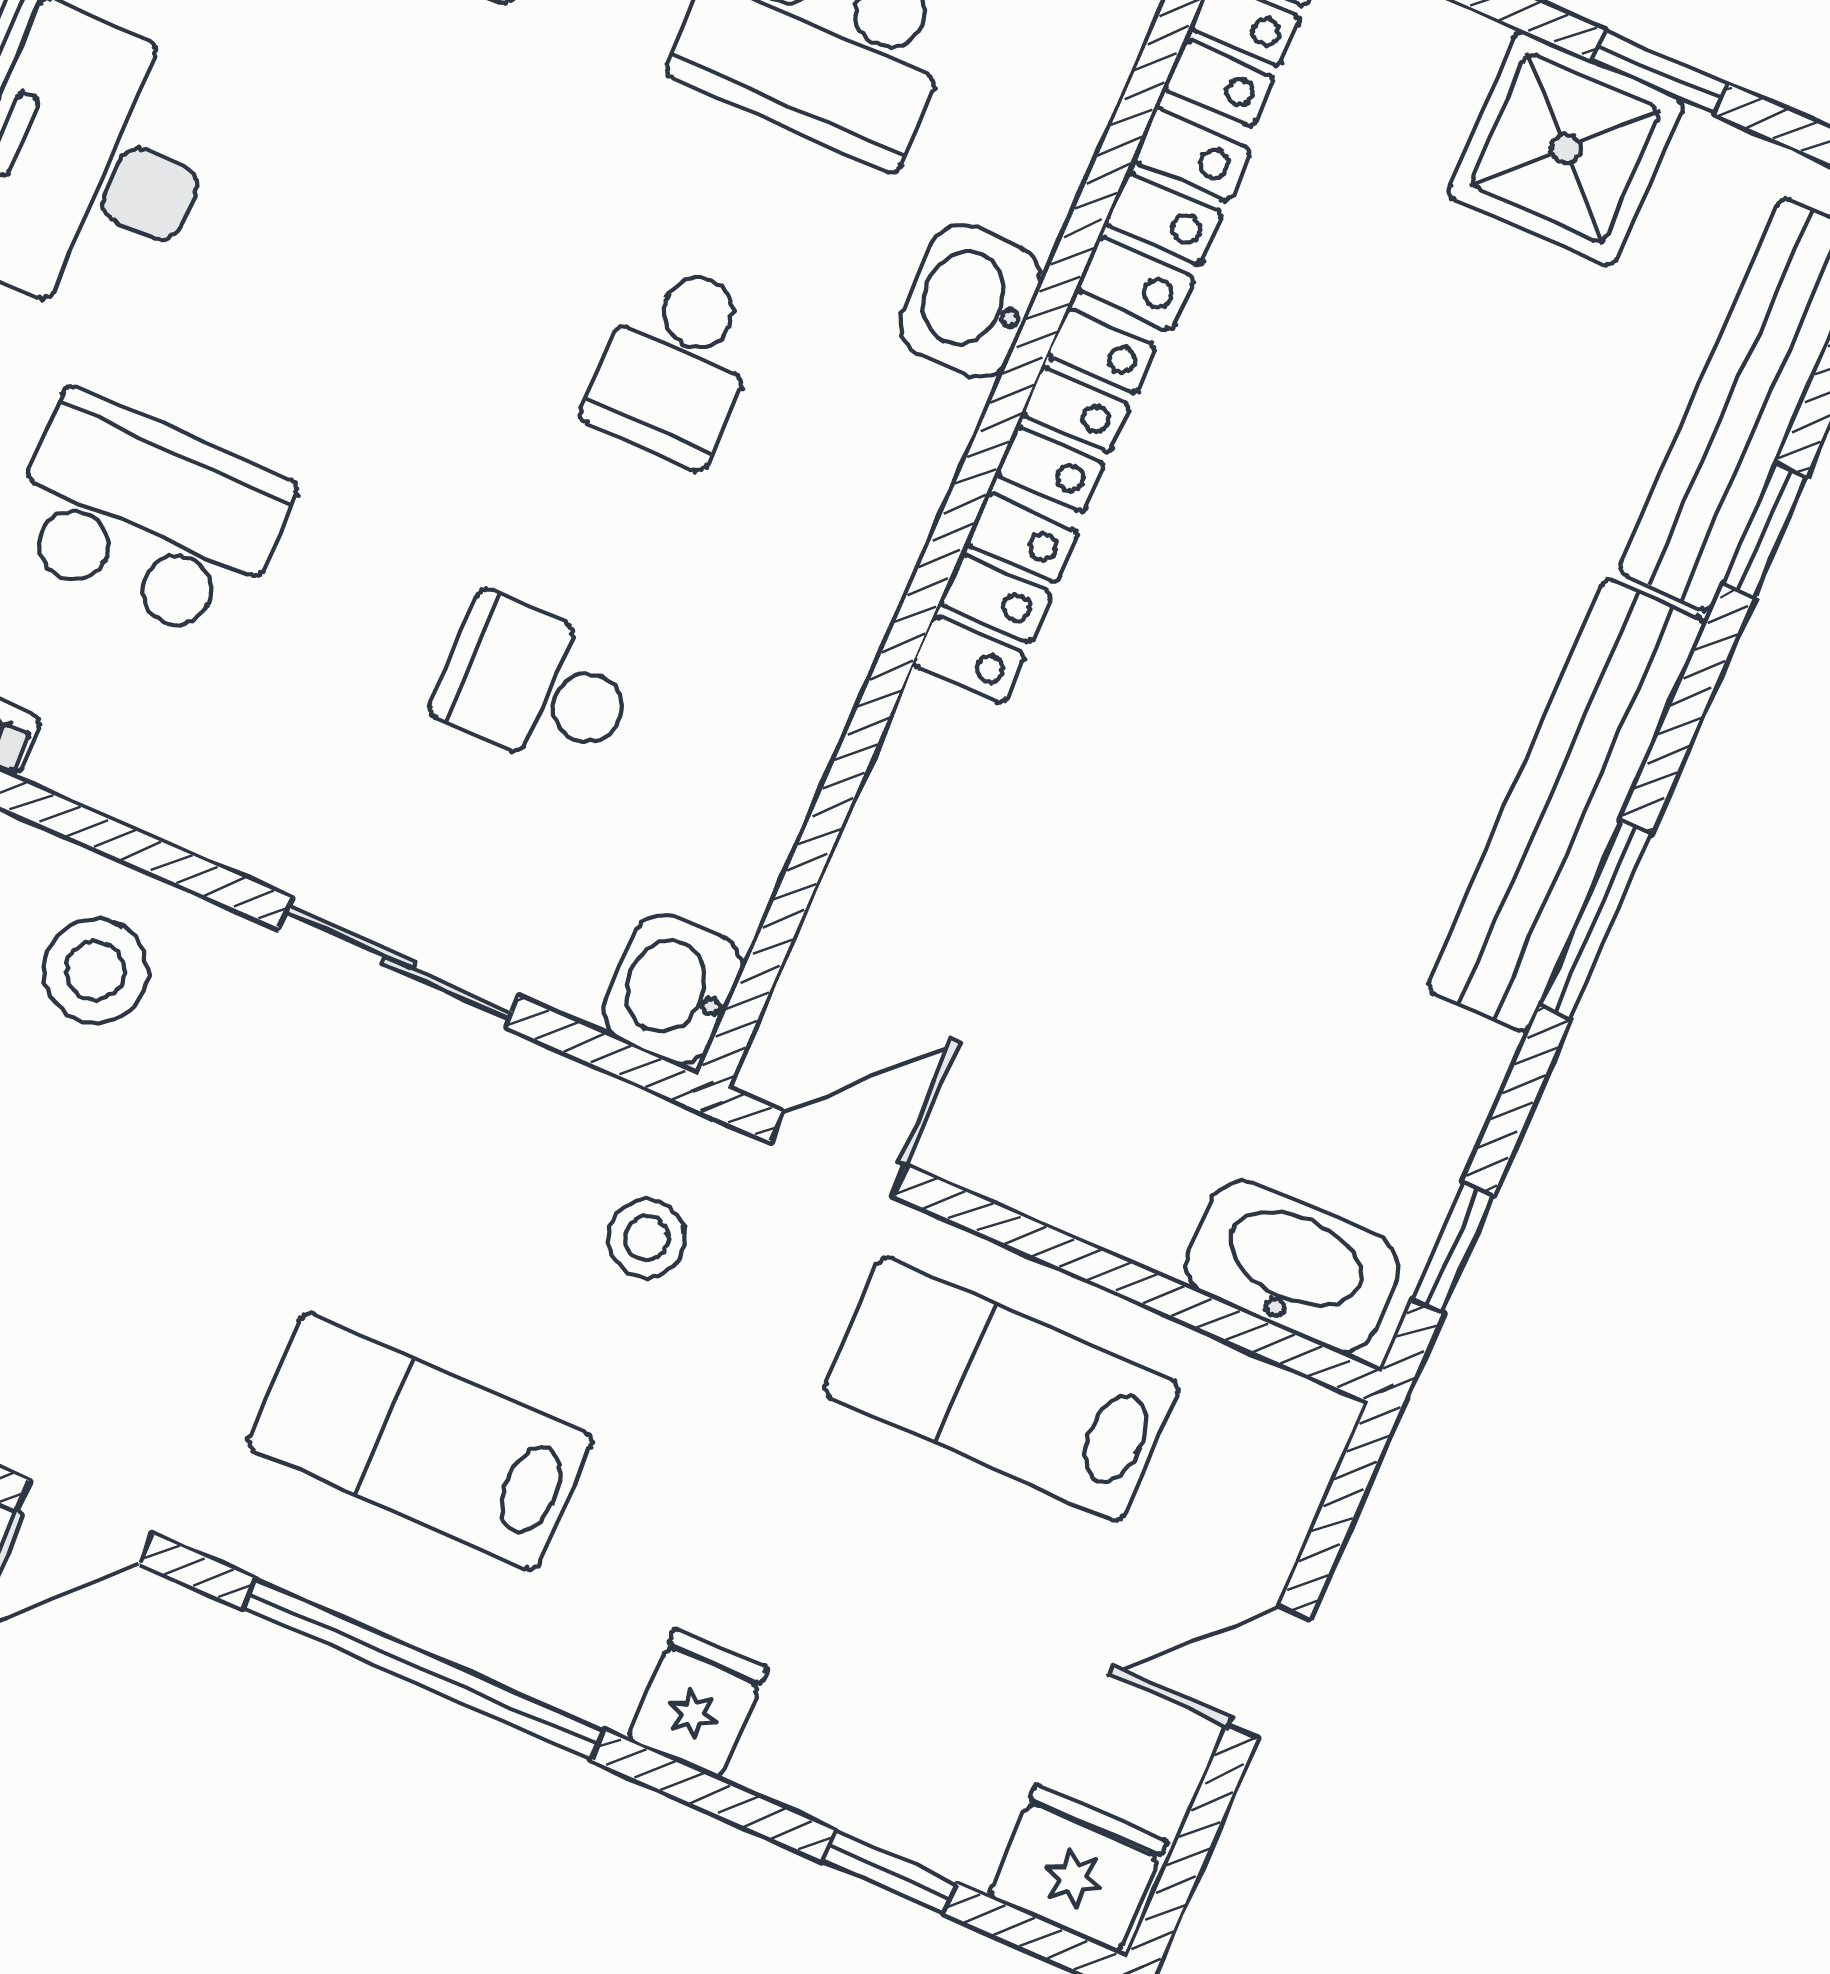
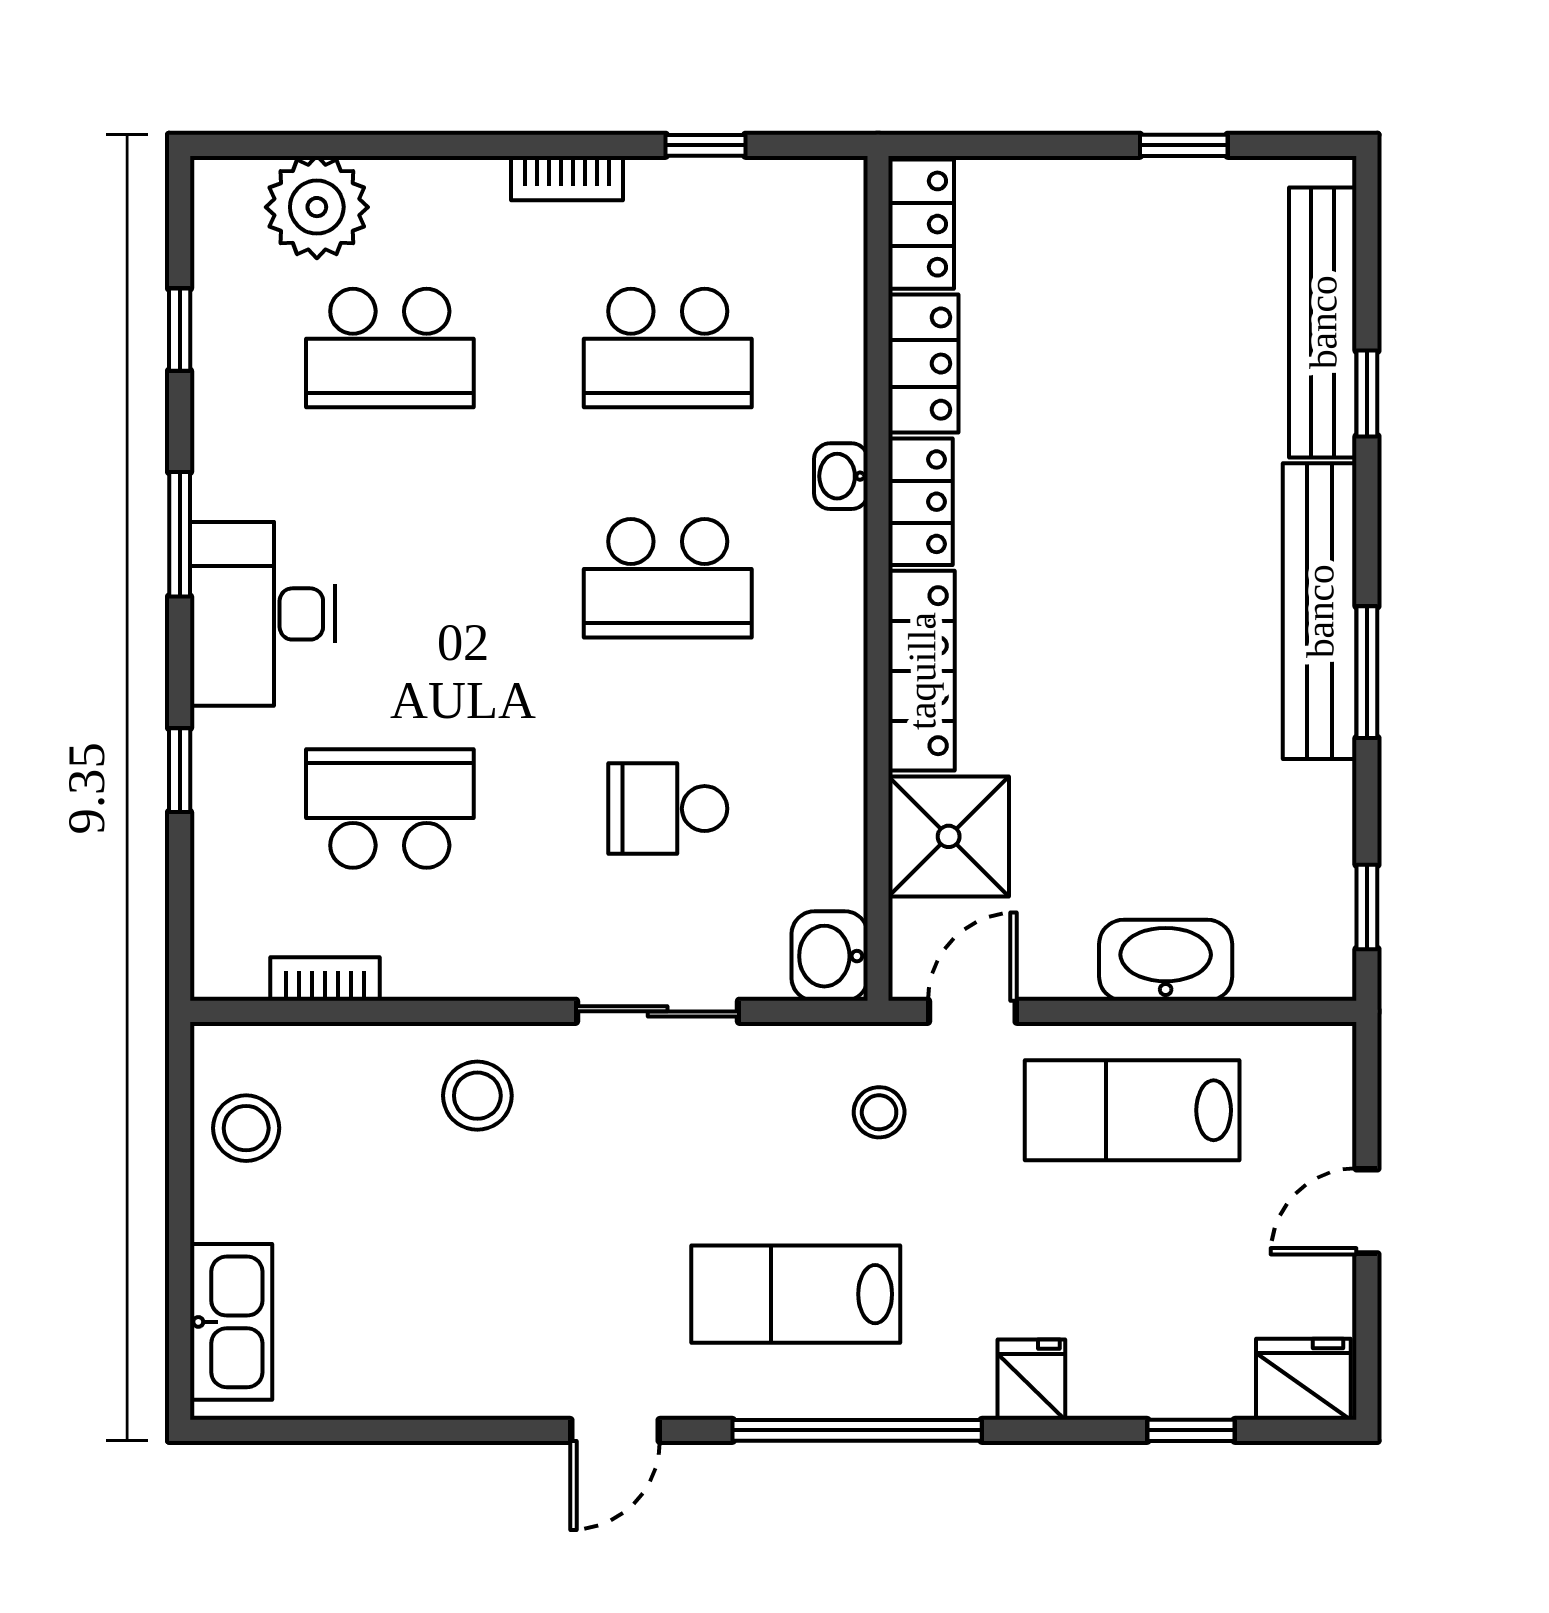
shower: (1565, 148) -> (949, 836), moved
washbasin: (971, 301) -> (841, 476), width x0.72, depth x0.69
school desk: (676, 364) -> (668, 578), width x1.85
locker: (995, 599) -> (922, 671), width x1.53
washbasin: (1293, 1266) -> (1166, 960), moved

